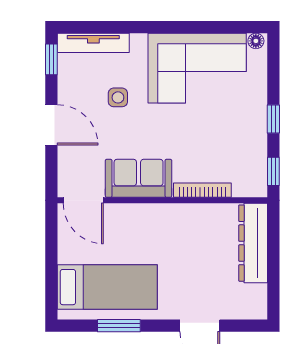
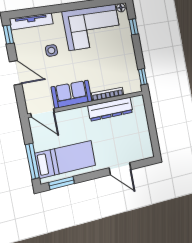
window: (273, 119) -> (134, 27), moved
dresser: (253, 243) -> (110, 109), moved, turned -90
window: (51, 278) -> (32, 161), added
window: (119, 326) -> (62, 183), moved

